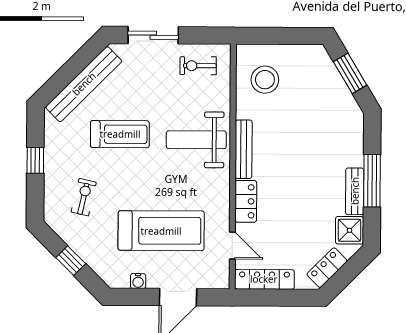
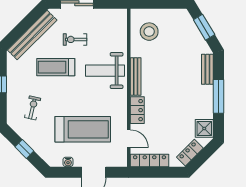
exercise bike: (198, 66) -> (75, 39), moved
treadmill: (120, 134) -> (56, 67), turned 180
bench: (355, 191) -> (207, 69), moved

